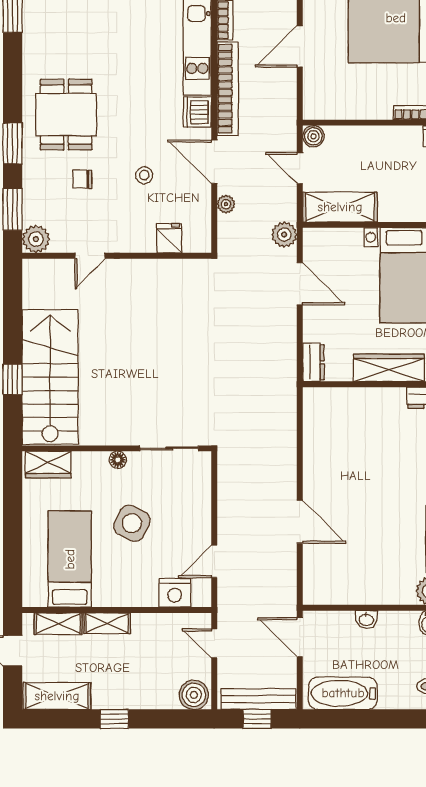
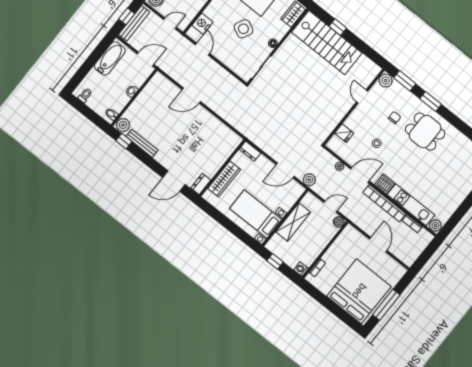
shelving: (340, 207) -> (293, 222), moved

